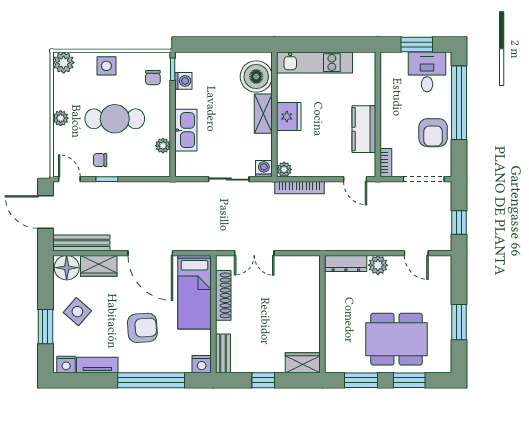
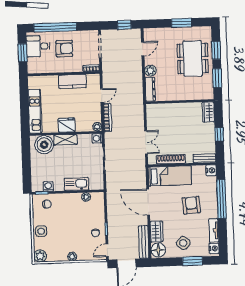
cafe table: (115, 119) -> (71, 225), removed
armchair: (433, 133) -> (64, 49), moved
door: (355, 179) -> (102, 96), moved
door: (150, 253) -> (148, 202), swing flipped

